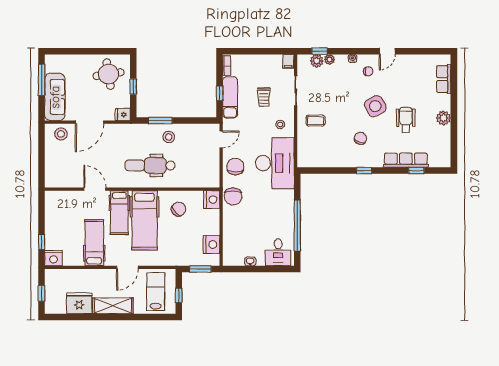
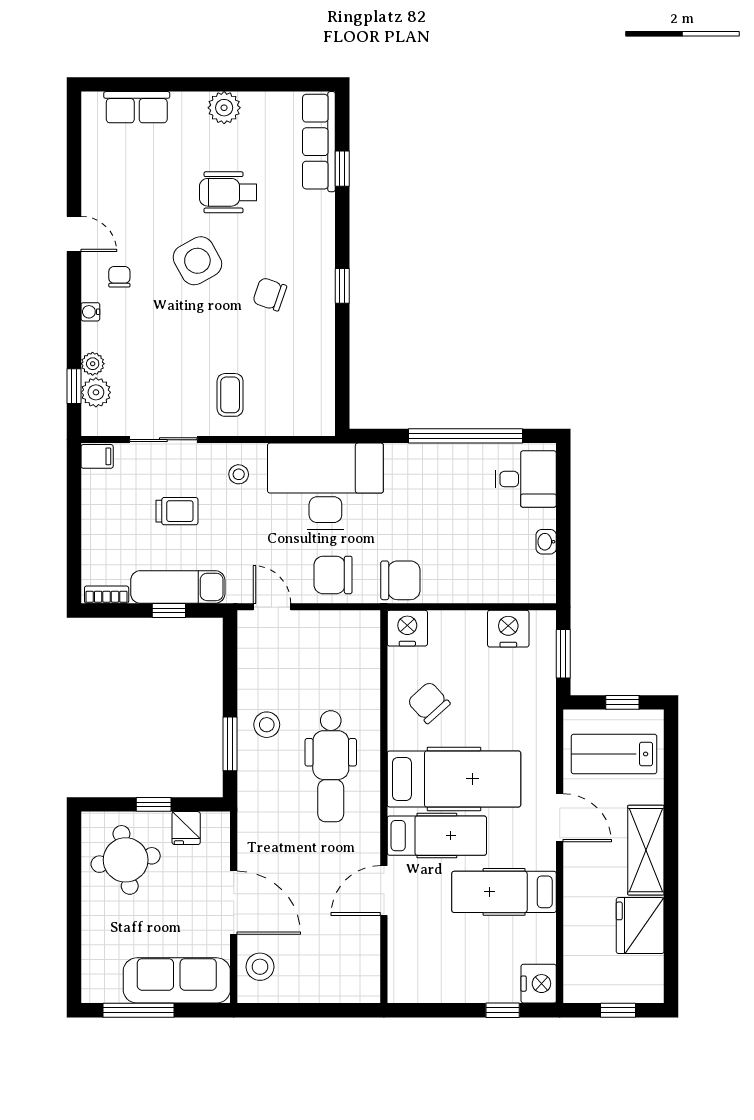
fridge: (123, 115) -> (186, 828), moved
row of seats: (406, 160) -> (319, 142), moved

